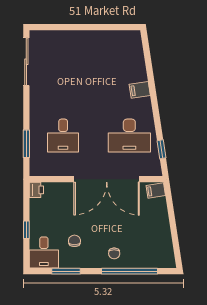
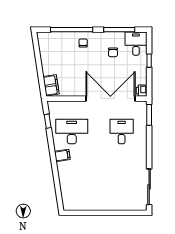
filing cabinet: (140, 90) -> (62, 155), moved
window: (26, 144) -> (149, 115), moved
double door: (107, 179) -> (110, 99), moved
filing cabinet: (156, 191) -> (51, 85), width x2.00
window: (66, 271) -> (119, 30), width x1.44

